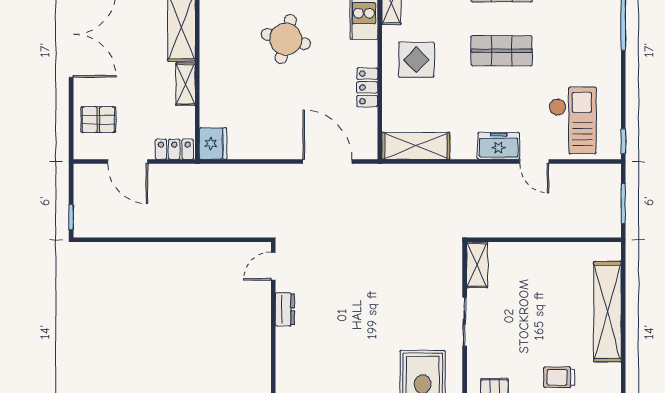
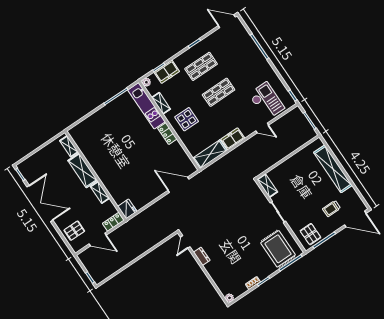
round table: (286, 39) -> (128, 147), removed
locker: (367, 87) -> (167, 134), moved
freezer: (499, 146) -> (233, 139), moved

